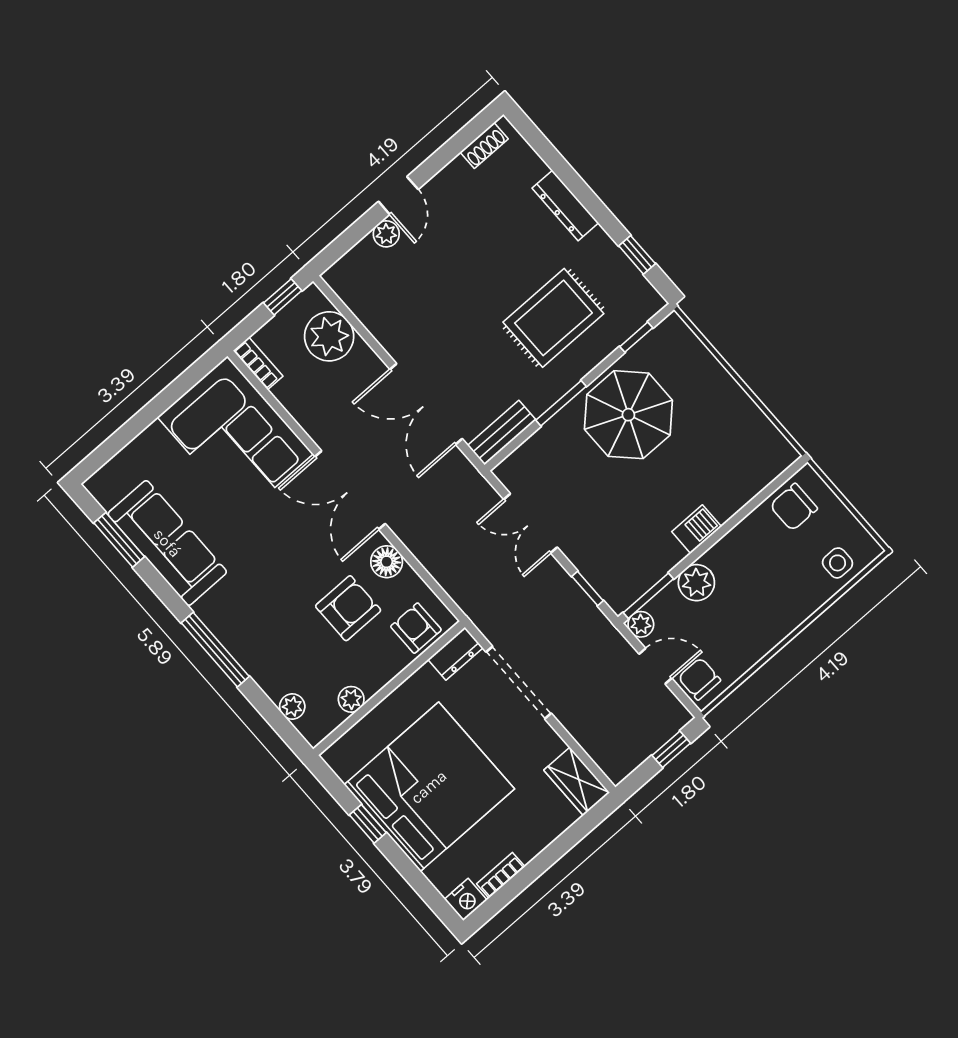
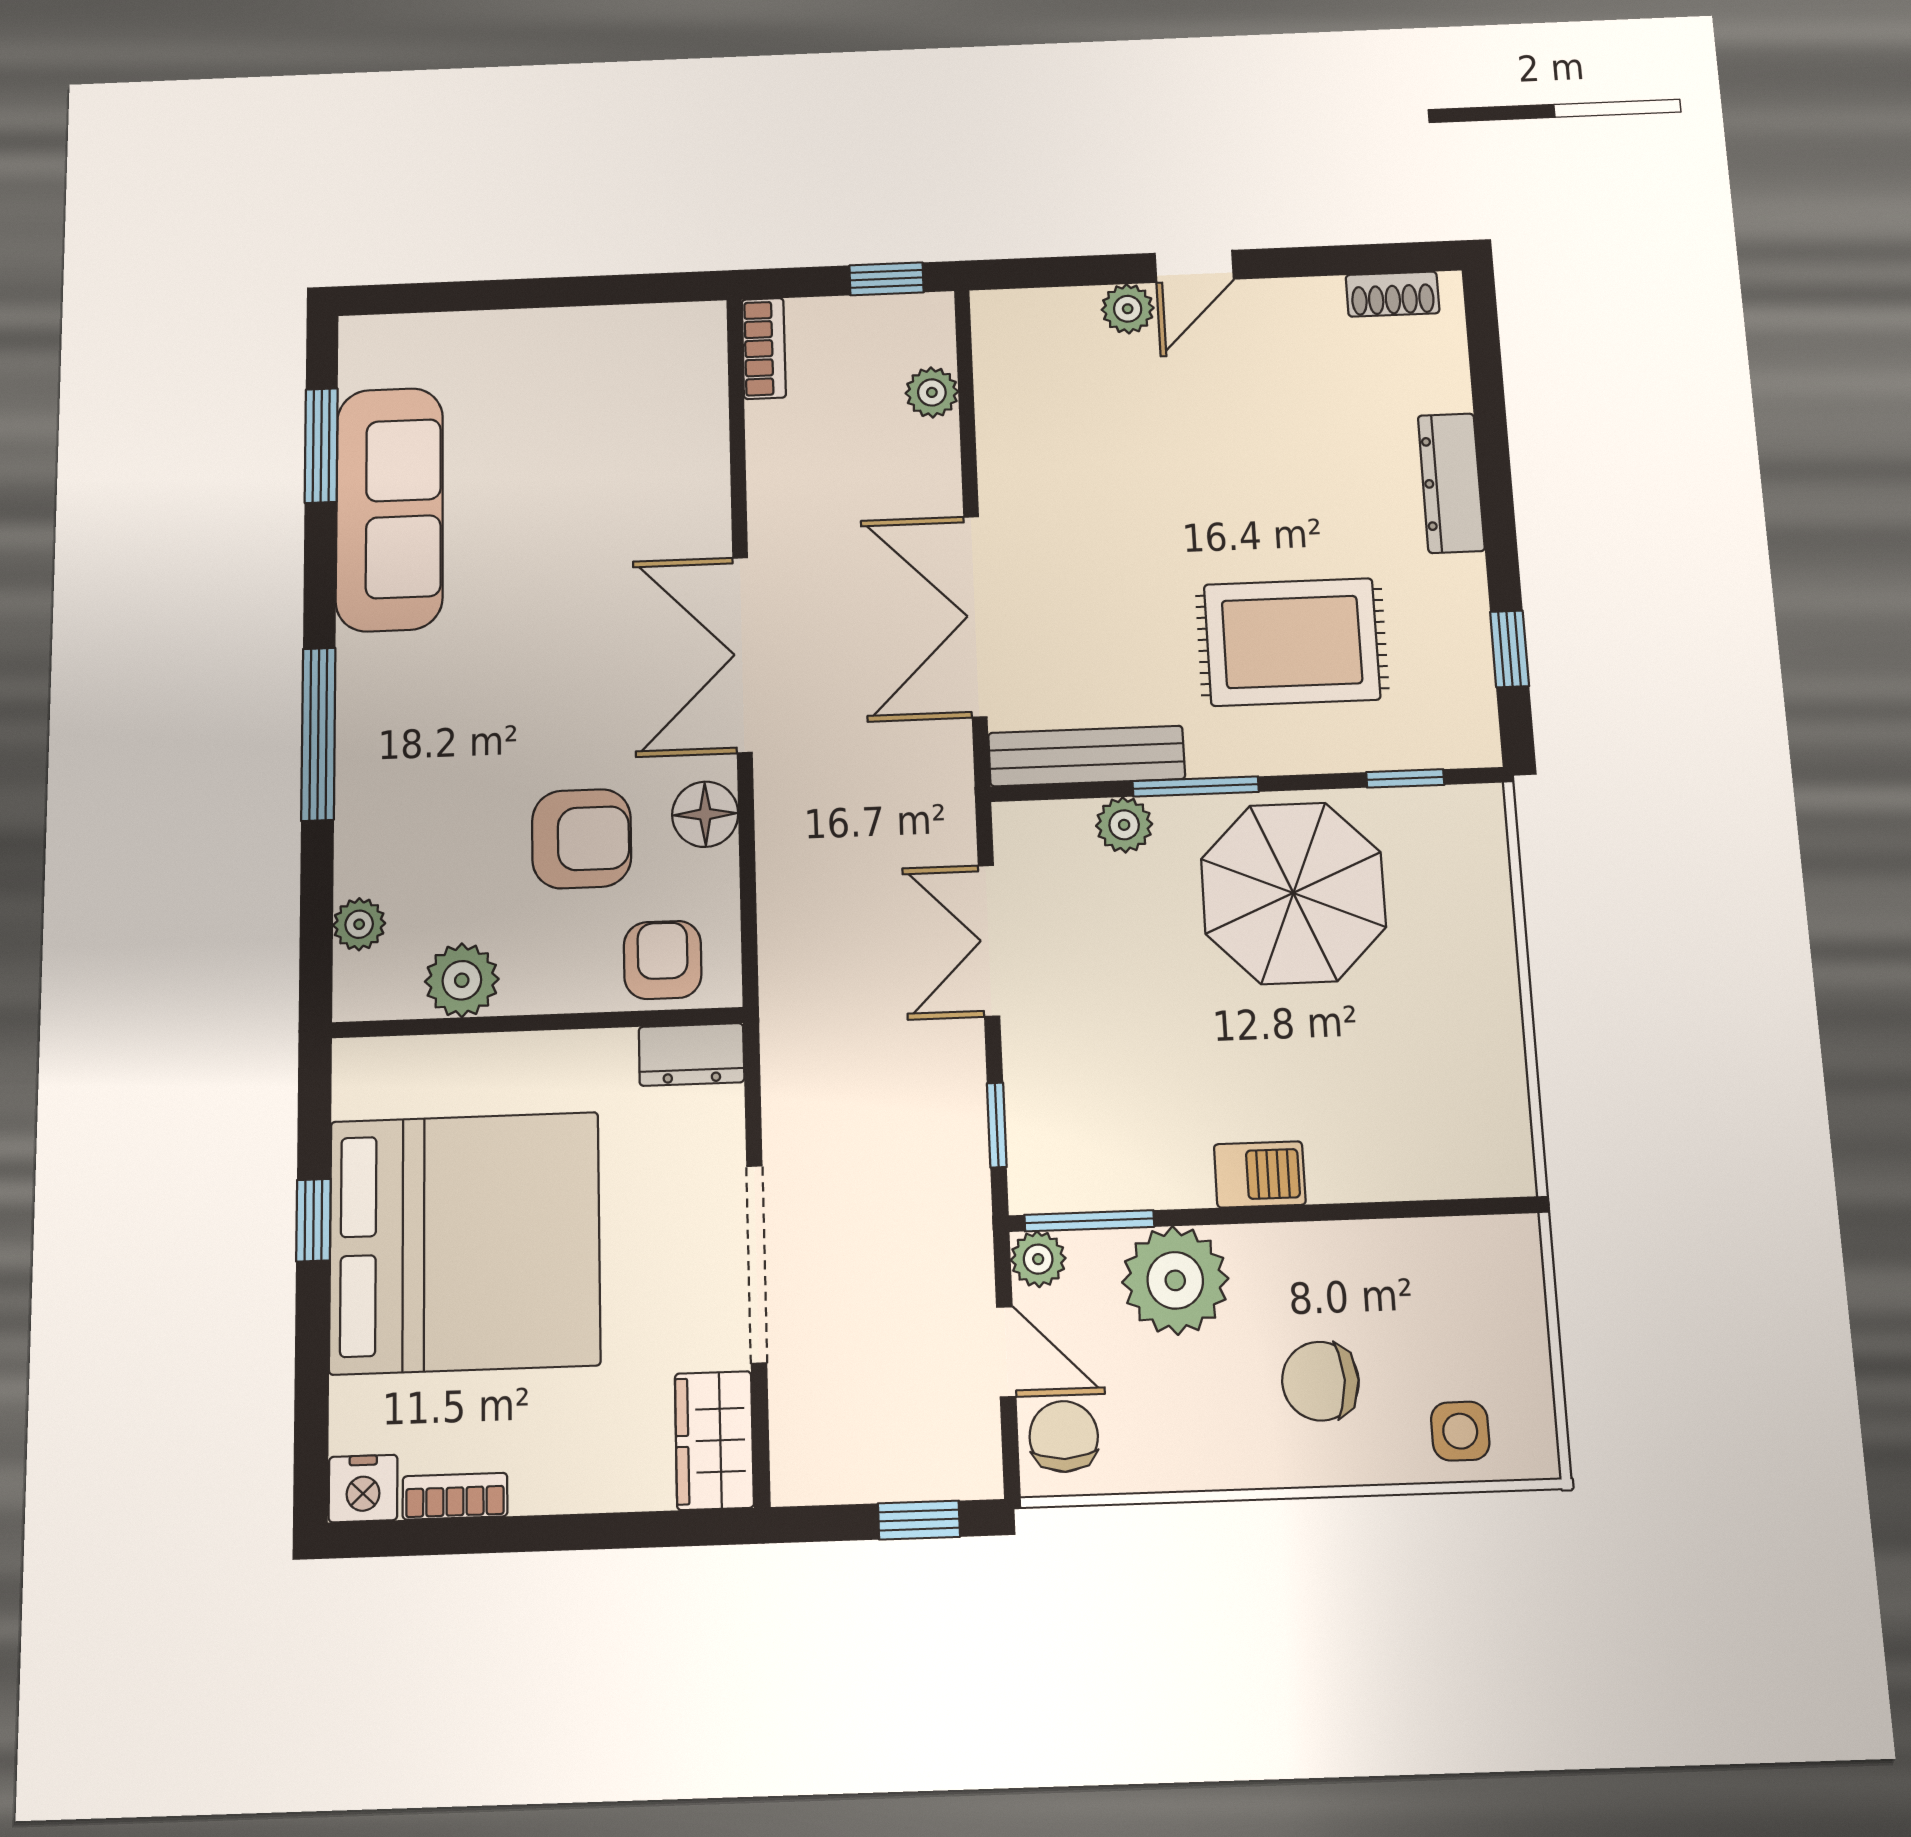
plant: (329, 336) -> (932, 392), width x0.53, depth x0.53
bench: (502, 433) -> (1087, 756), width x1.36
corner sofa: (235, 436) -> (635, 429), removed
plant: (546, 439) -> (1124, 825), added
chair: (794, 507) -> (1320, 1381), moved
plant: (696, 583) -> (1175, 1280), width x1.36, depth x1.36
doorway: (519, 683) -> (757, 1264), moved
plant: (351, 699) -> (462, 980), width x1.38, depth x1.38

